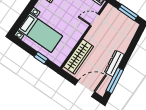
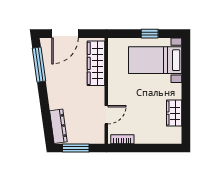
window: (41, 58) -> (150, 34), moved
dresser: (114, 63) -> (58, 126), moved

